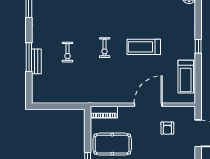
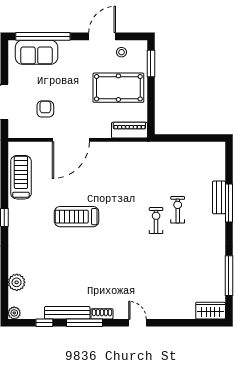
treadmill: (144, 47) -> (77, 217), turned 180
exercise bike: (105, 48) -> (156, 221), moved

